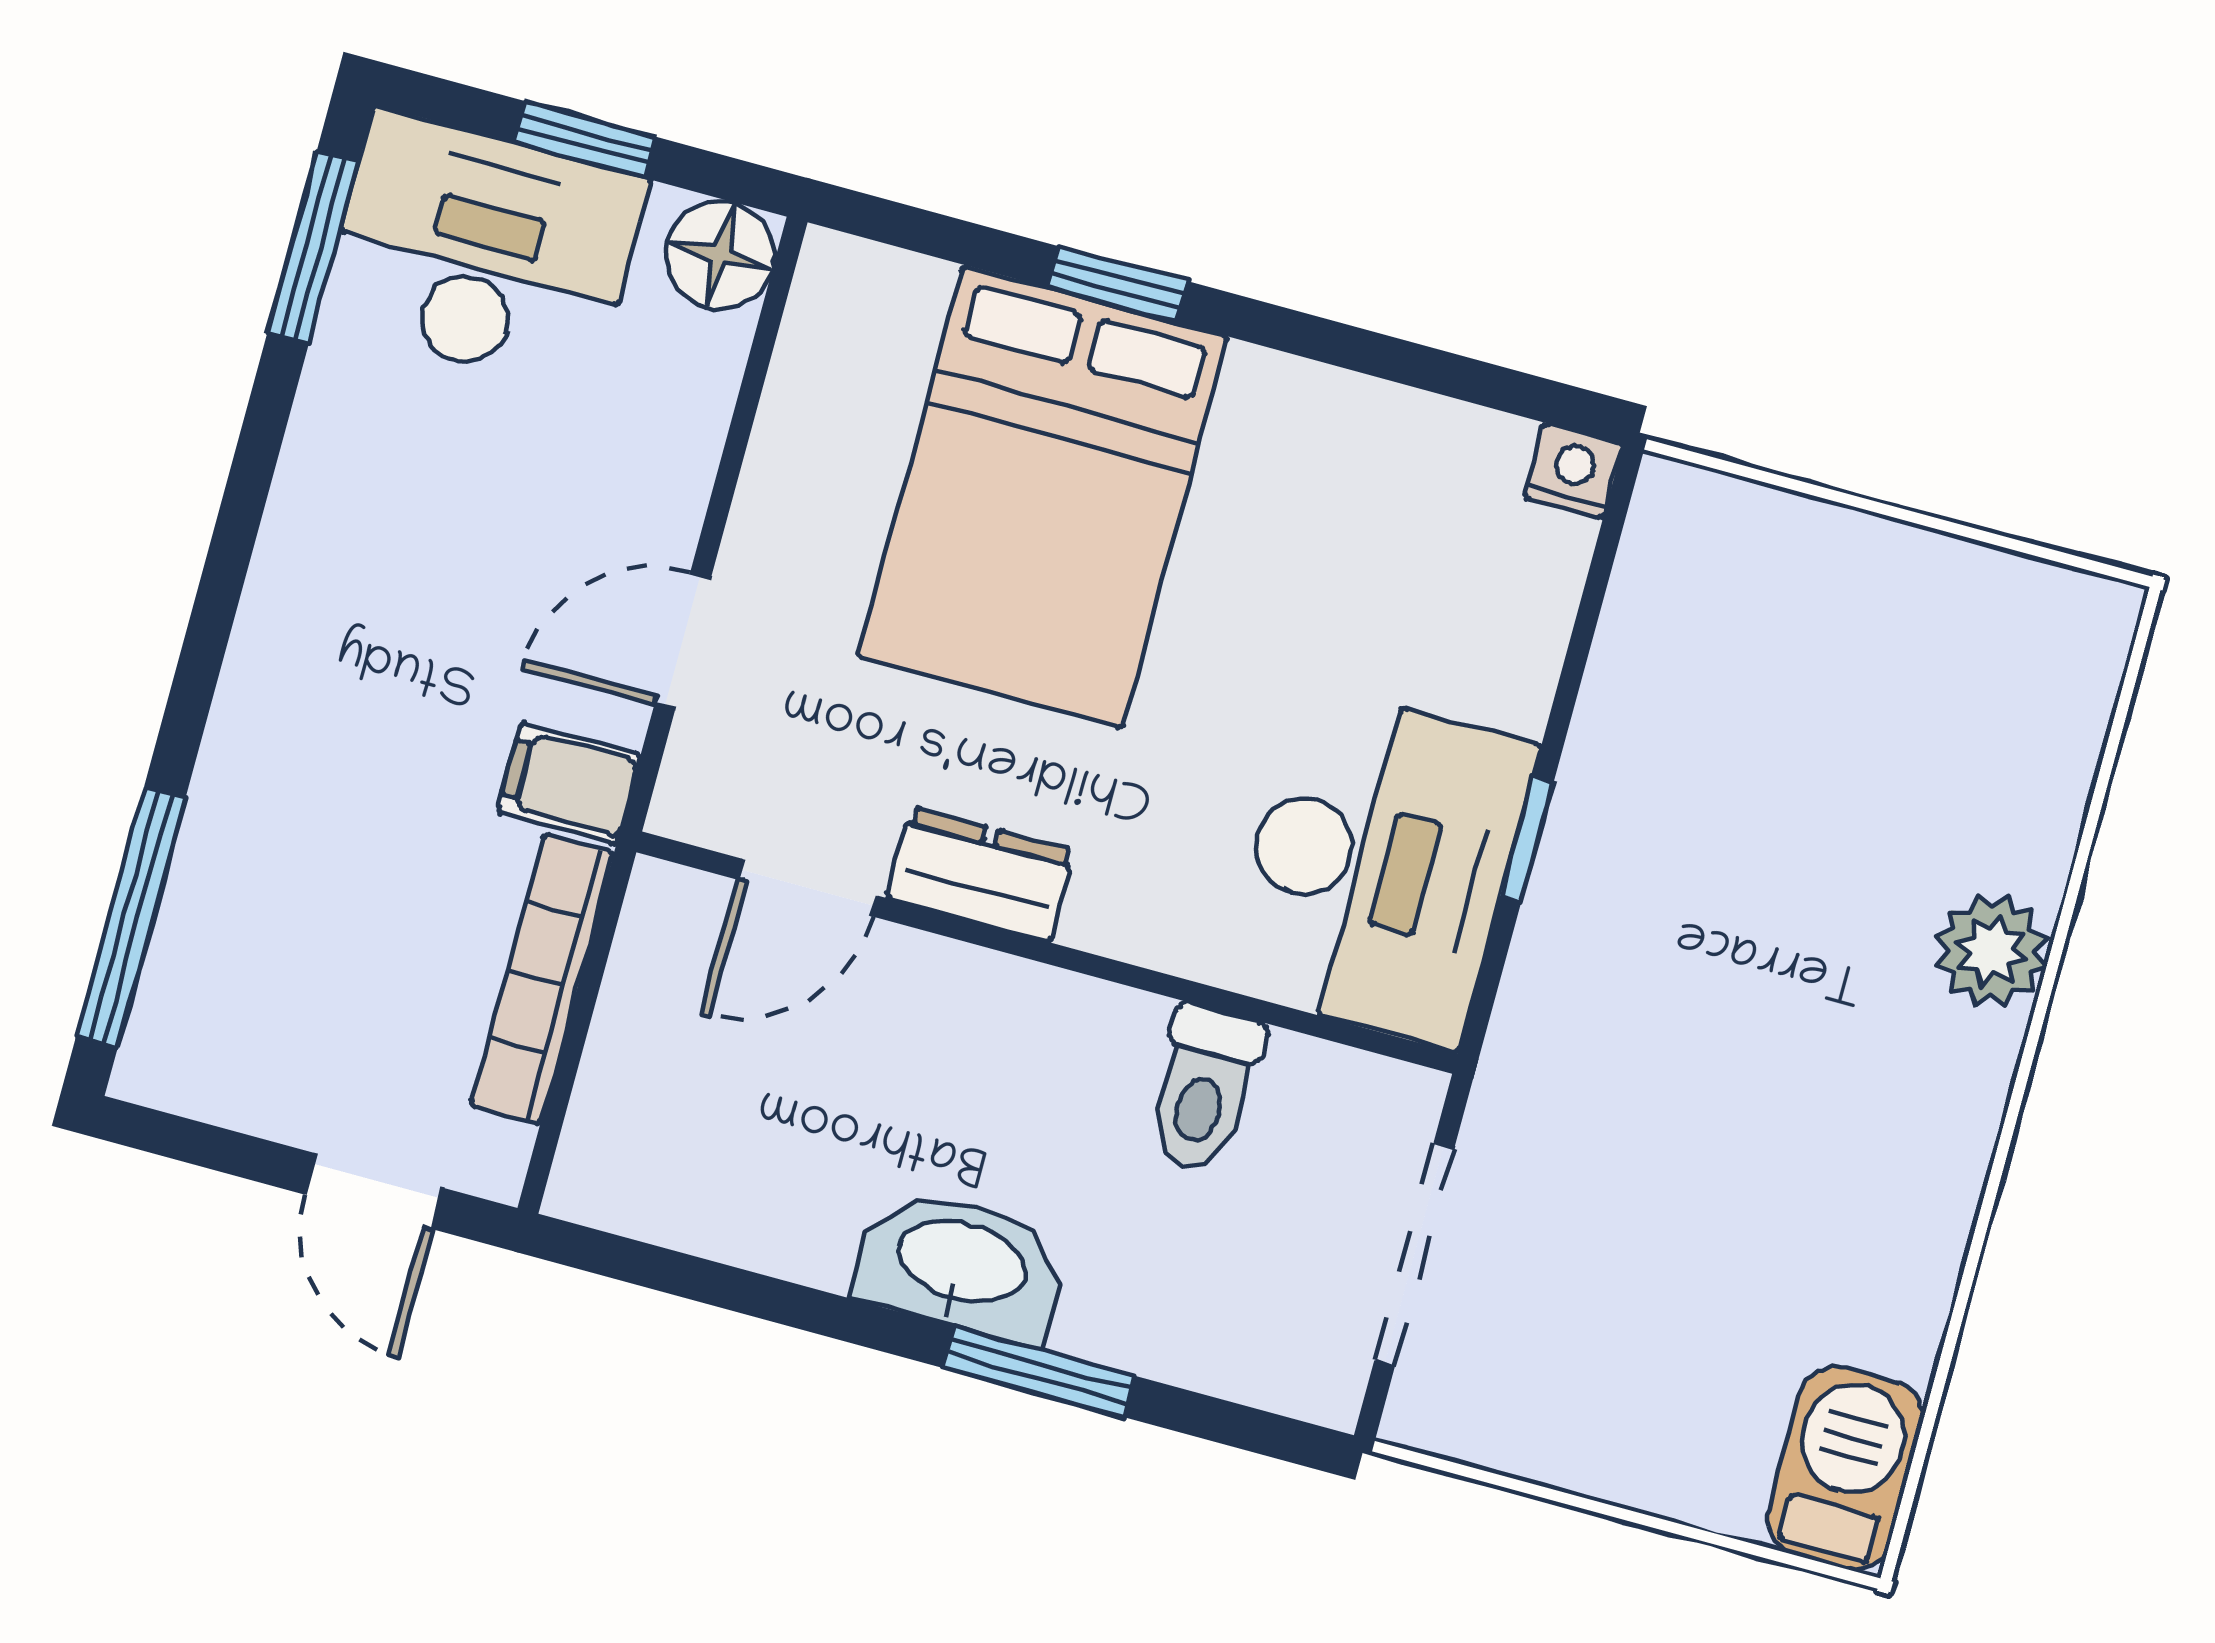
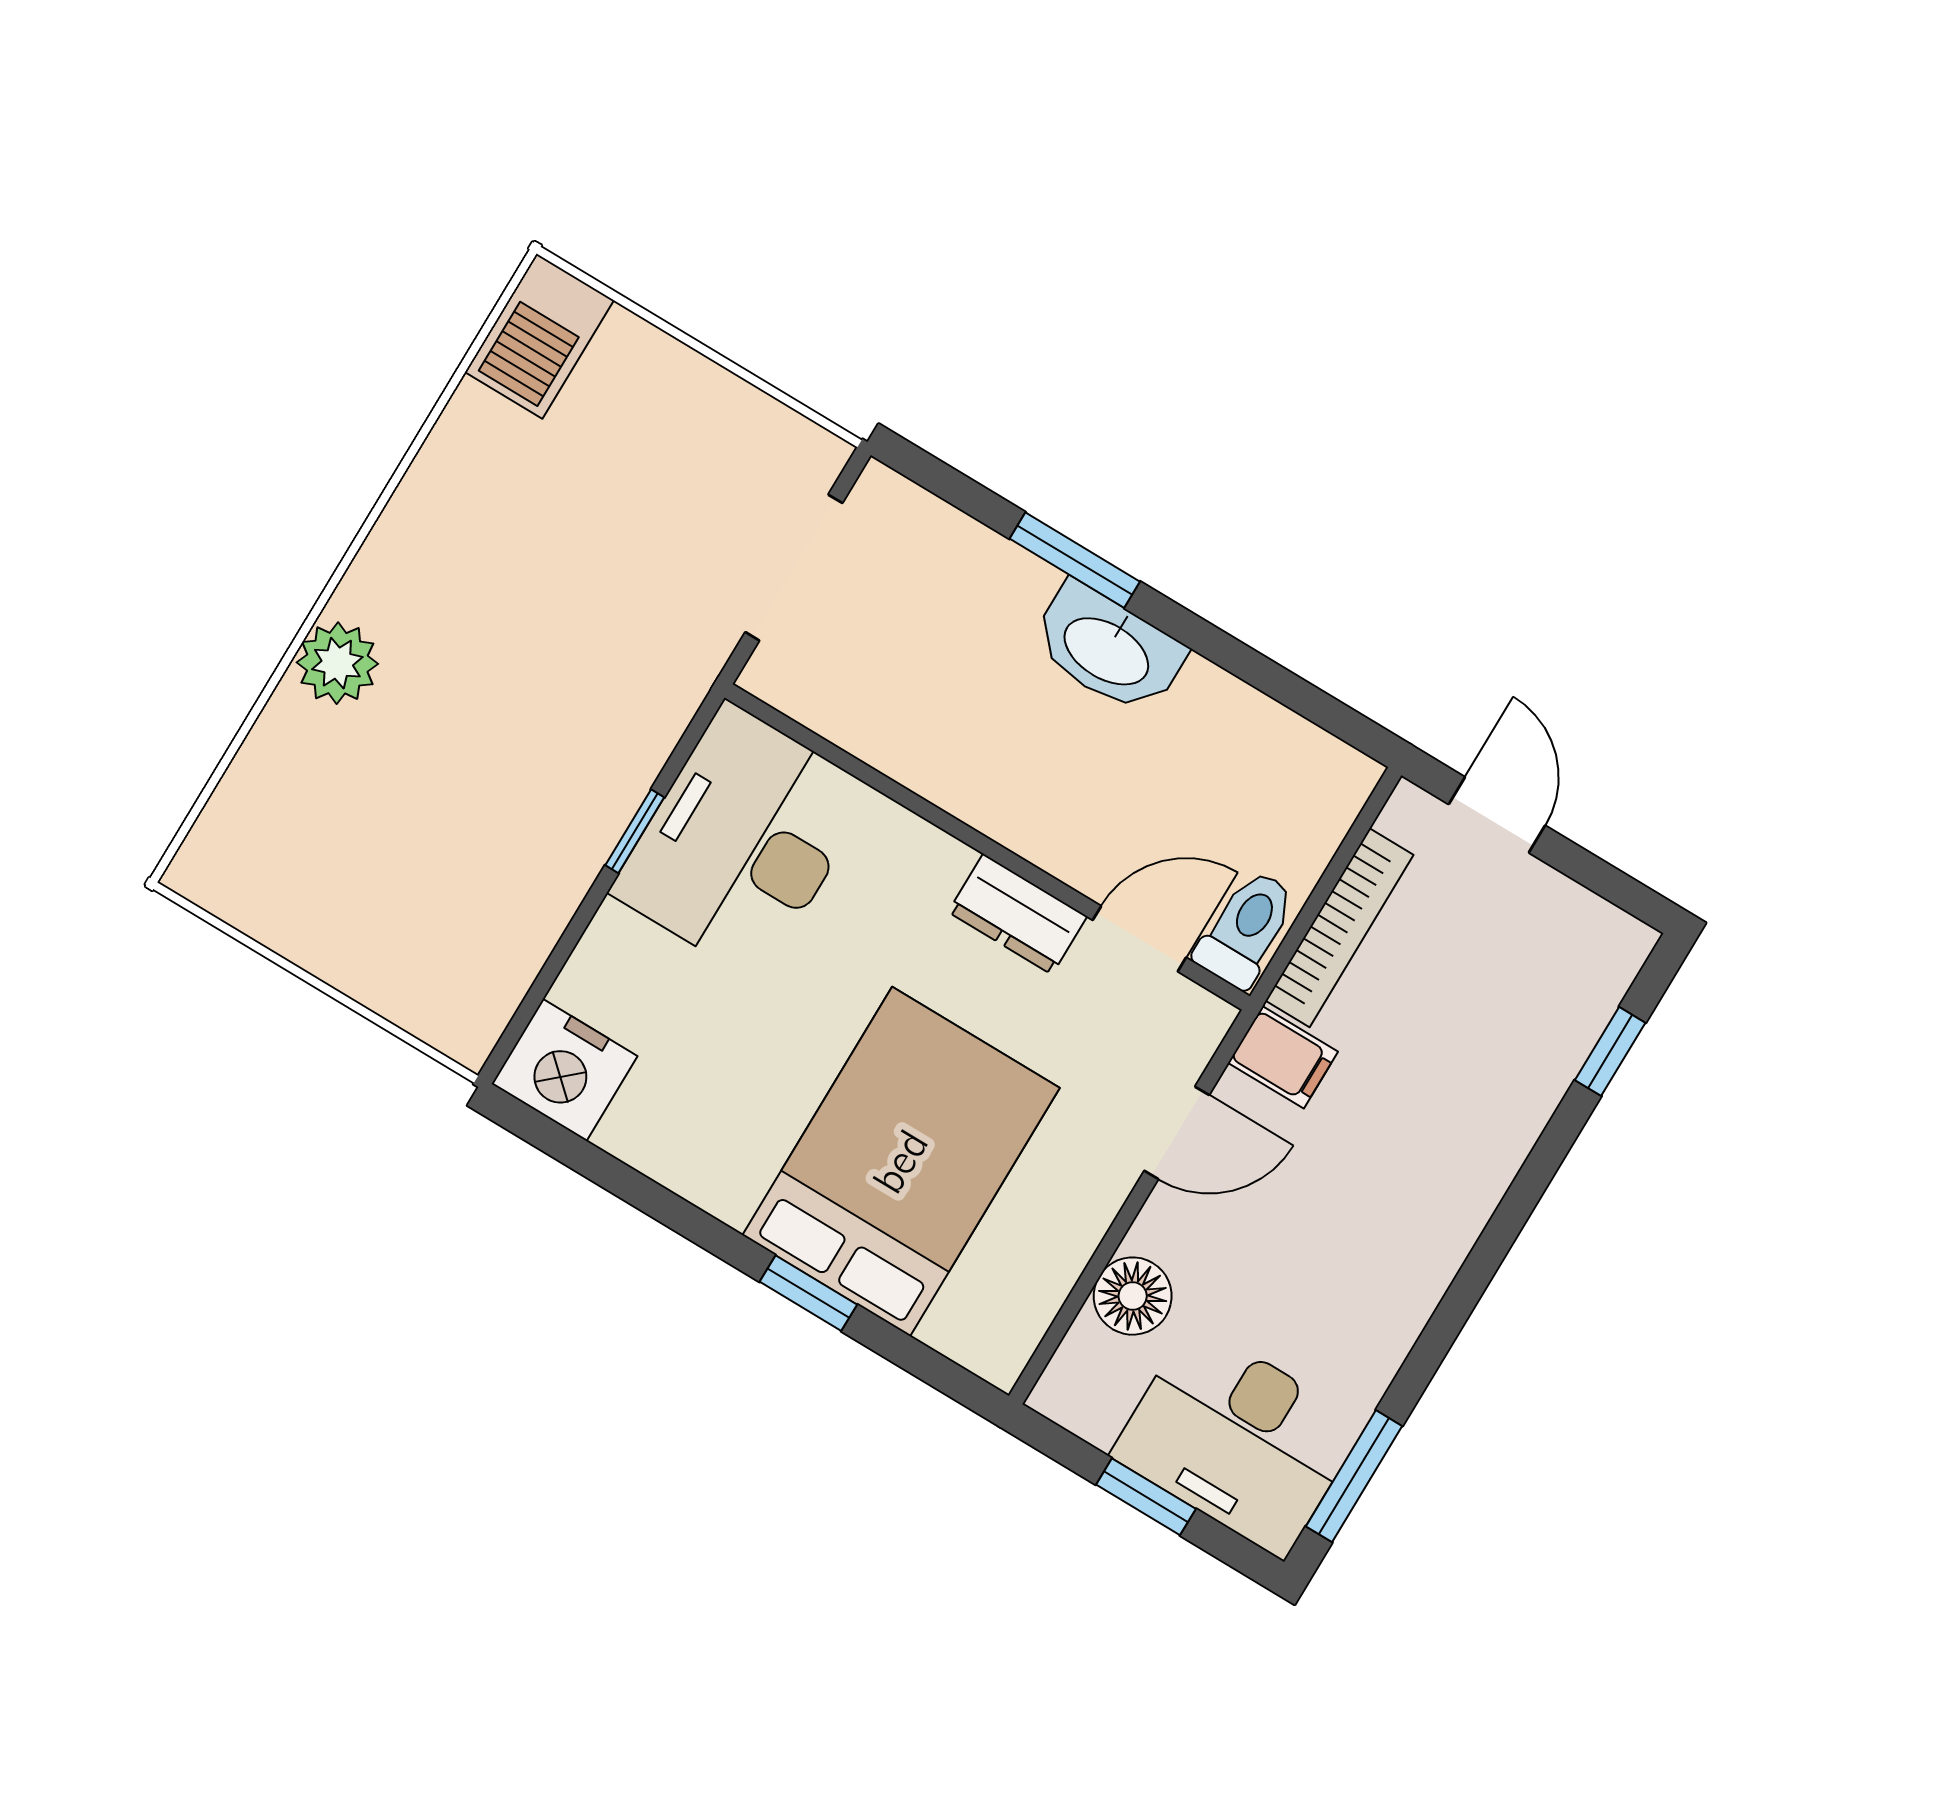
floor lamp: (720, 255) -> (1133, 1296), moved
nightstand: (1574, 471) -> (565, 1070), width x1.89, depth x1.79
window: (131, 916) -> (1610, 1051), width x0.46
toilet: (1204, 1088) -> (1246, 929), moved

